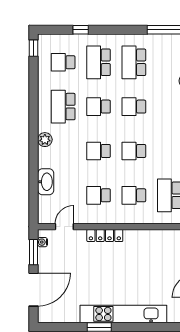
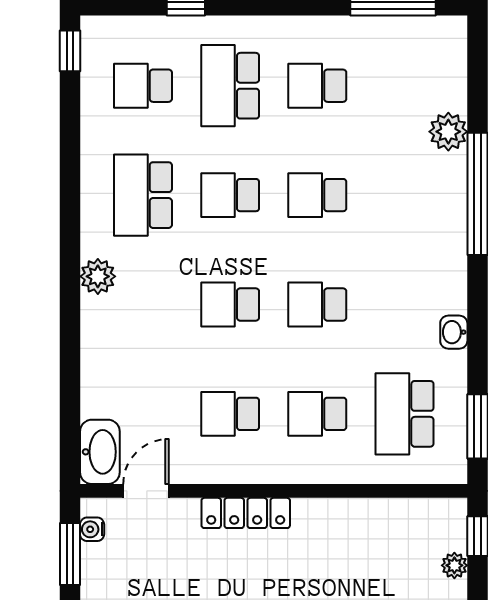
school desk: (134, 62) -> (317, 86), width x0.54
washbasin: (46, 182) -> (100, 452), moved

